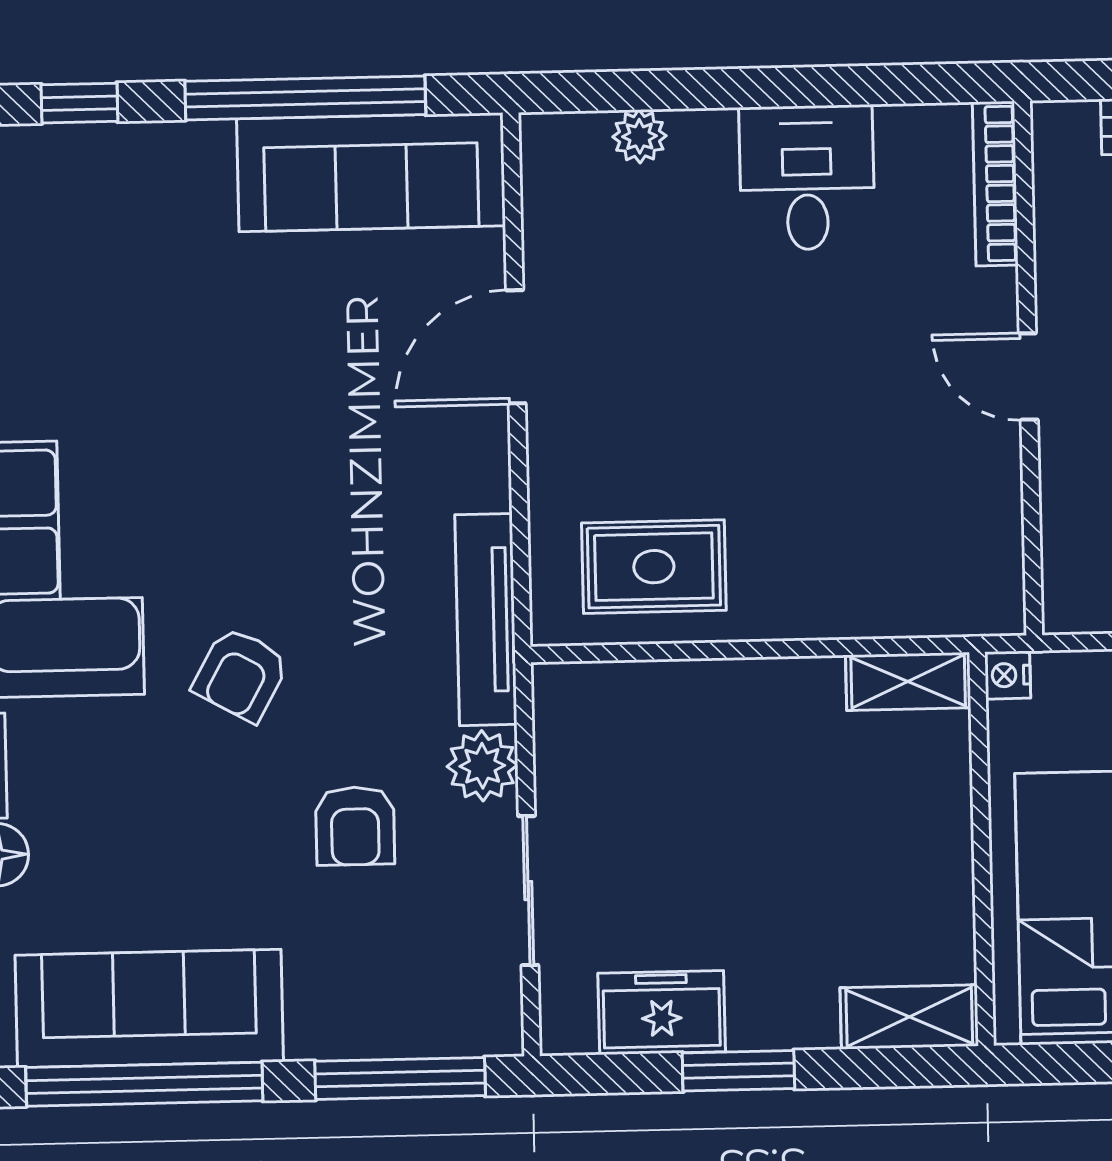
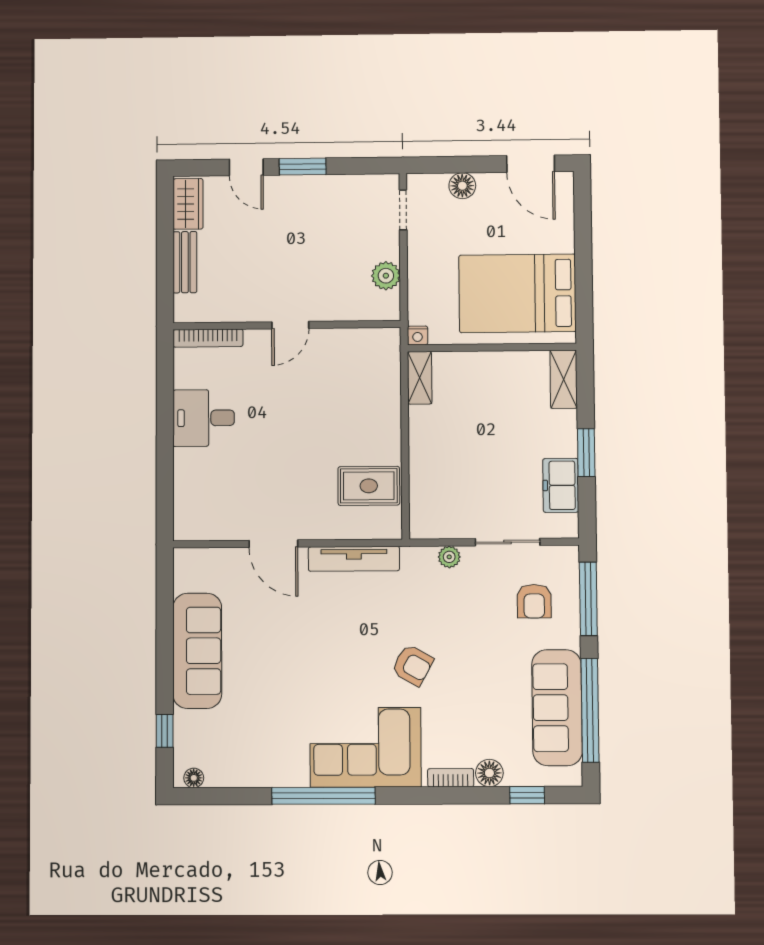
window: (305, 98) -> (165, 633), removed
plant: (640, 136) -> (184, 489), removed
sofa: (371, 172) -> (197, 651), moved
rug: (654, 567) -> (369, 486), turned 90
tv unit: (486, 620) -> (354, 559), moved
plant: (482, 766) -> (449, 557), width x0.73, depth x0.73
armchair: (355, 826) -> (534, 601), moved, turned 90

